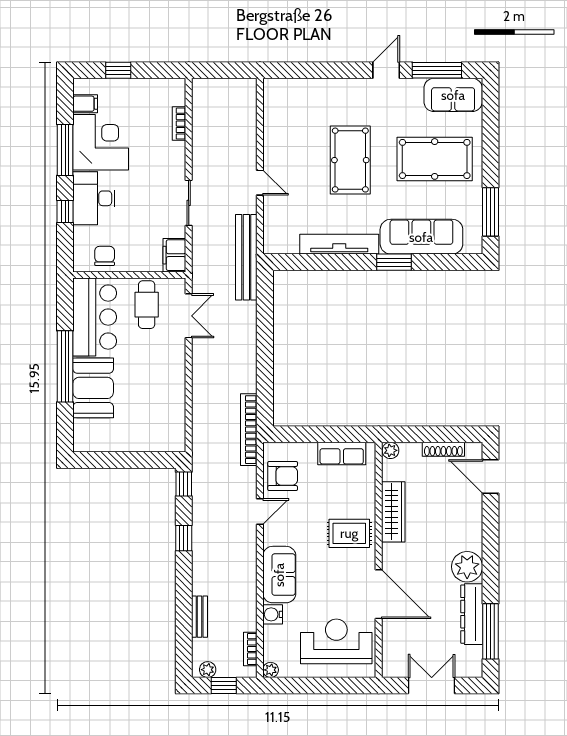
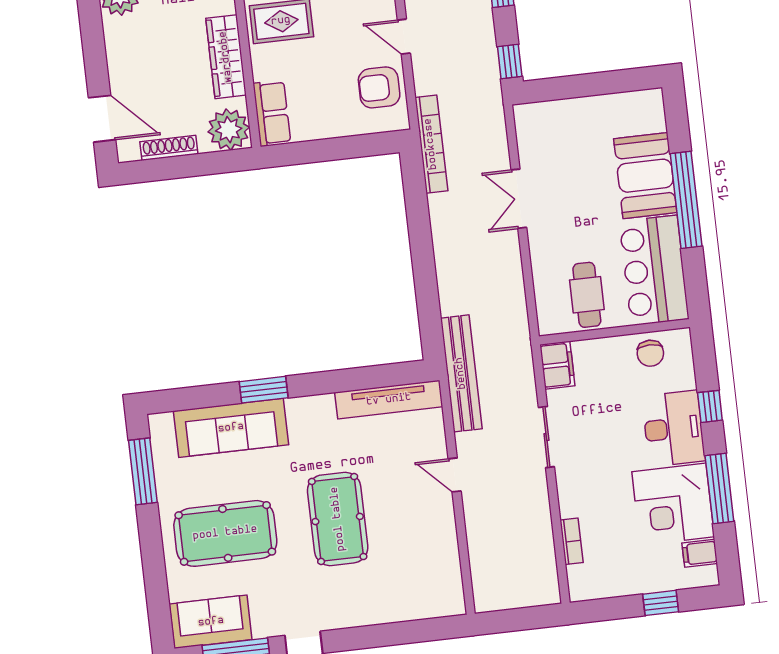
tv unit: (339, 244) -> (389, 400), moved
double door: (189, 316) -> (519, 199), moved
plant: (390, 450) -> (229, 130), width x1.88, depth x1.88
row of seats: (342, 454) -> (272, 113), moved, turned 90
door: (260, 512) -> (404, 37), hinge flipped

